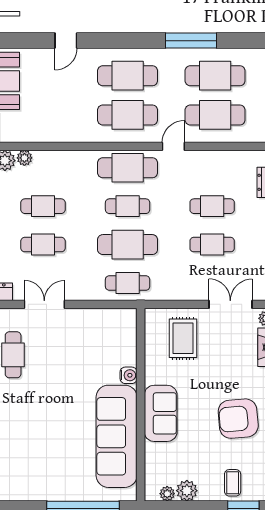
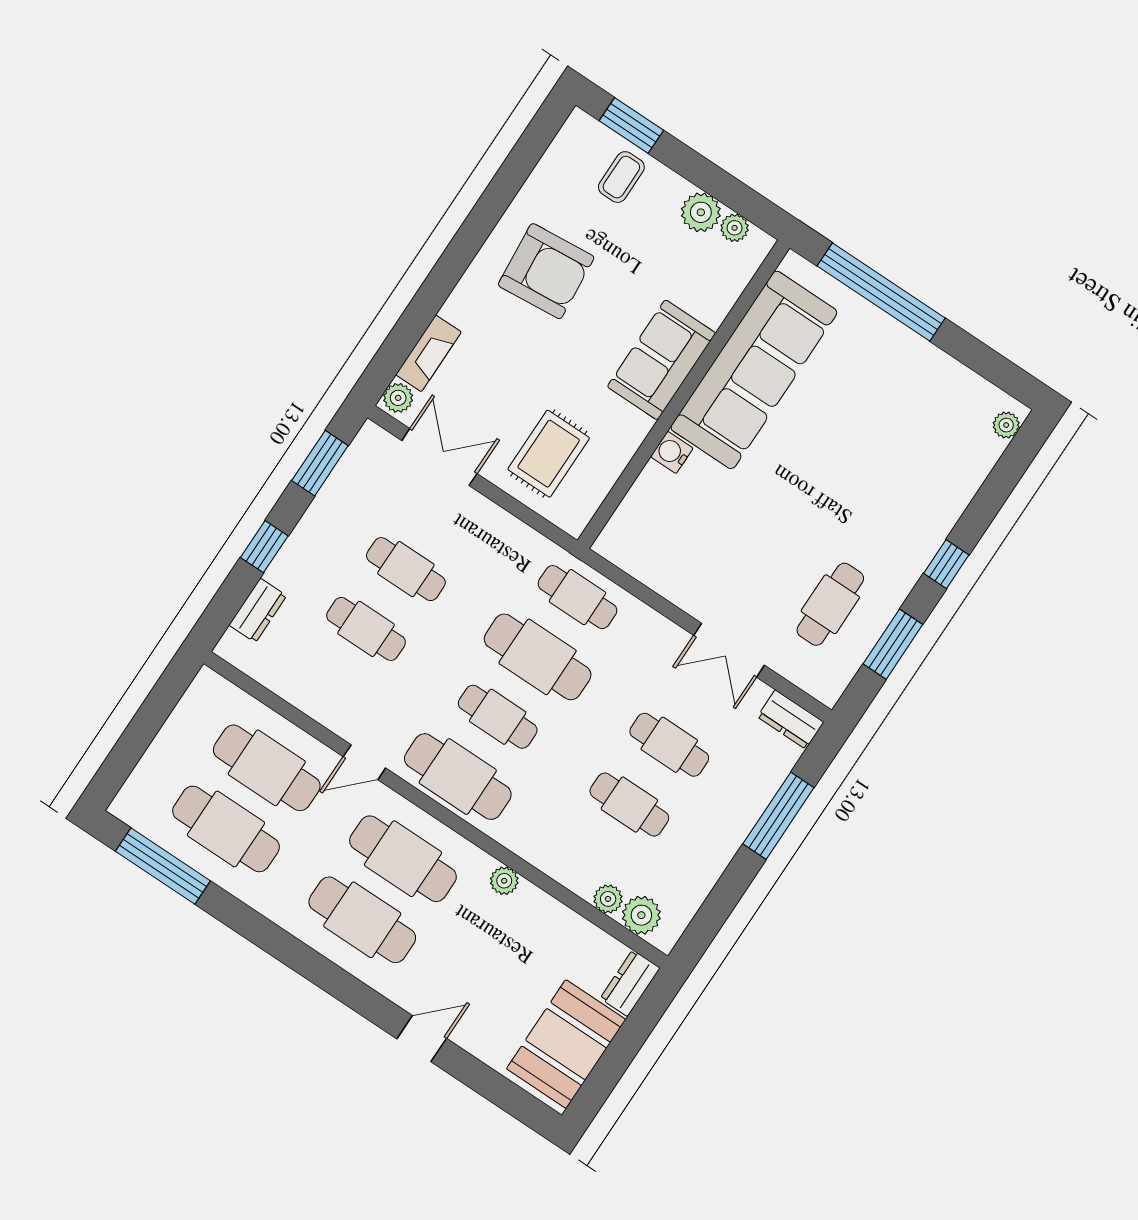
window: (191, 41) -> (163, 866), moved
plant: (76, 135) -> (504, 881), added
double door: (230, 304) -> (439, 457), swing flipped

